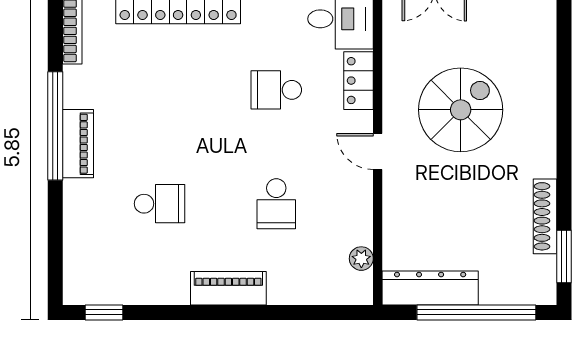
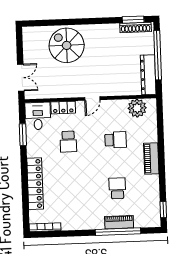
spiral stairs: (461, 110) -> (67, 45), moved
window: (55, 126) -> (118, 232), moved
piano: (78, 144) -> (119, 222), moved
shoe rack: (545, 216) -> (136, 27), moved
plant: (361, 259) -> (137, 108), width x1.87, depth x1.87

